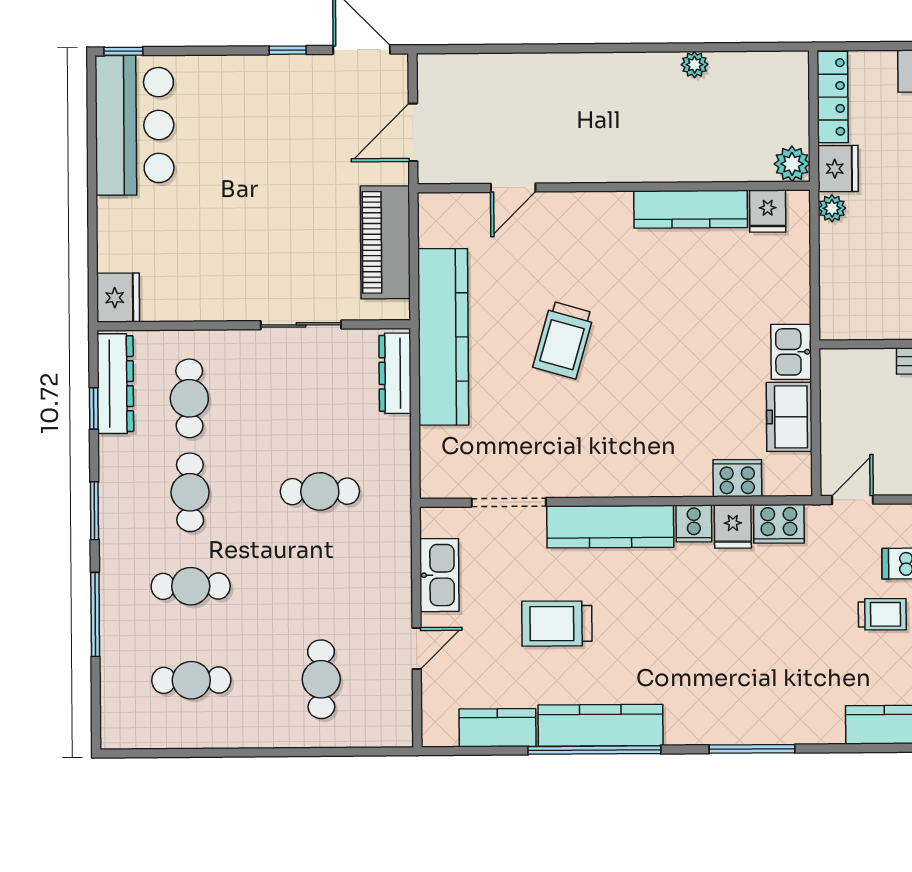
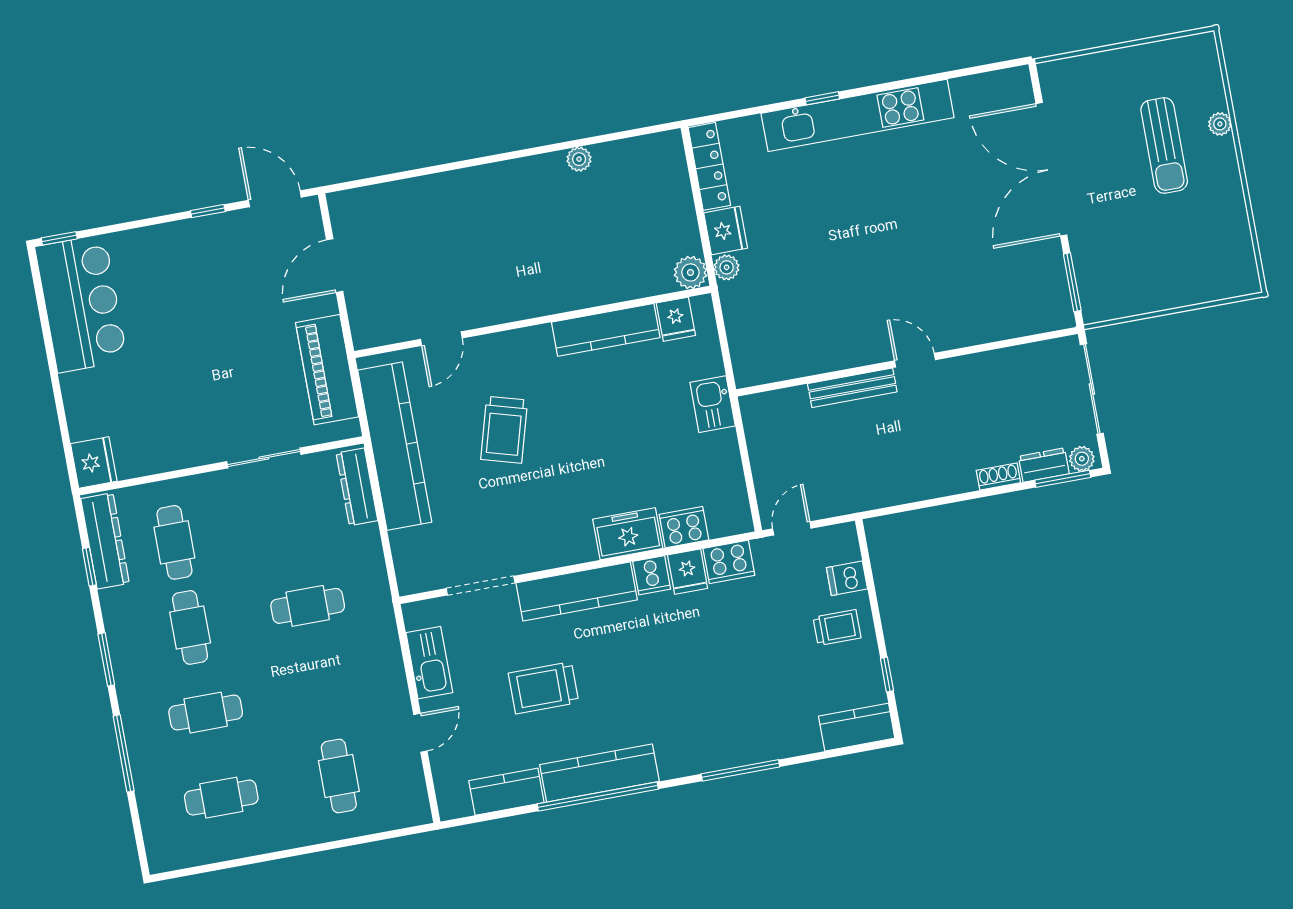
plant: (792, 164) -> (690, 272), moved
wall: (614, 187) -> (533, 322), moved
door: (513, 188) -> (441, 339), moved
kitchen counter: (691, 209) -> (606, 330), moved
fridge: (768, 211) -> (676, 319), moved
freezer: (789, 417) -> (628, 534), moved, turned 90

